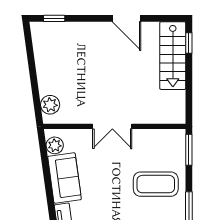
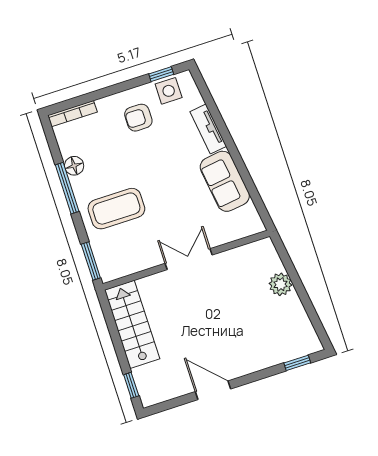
stairs: (173, 56) -> (132, 324), moved
plant: (50, 105) -> (280, 284), moved
plant: (55, 145) -> (248, 215), removed

